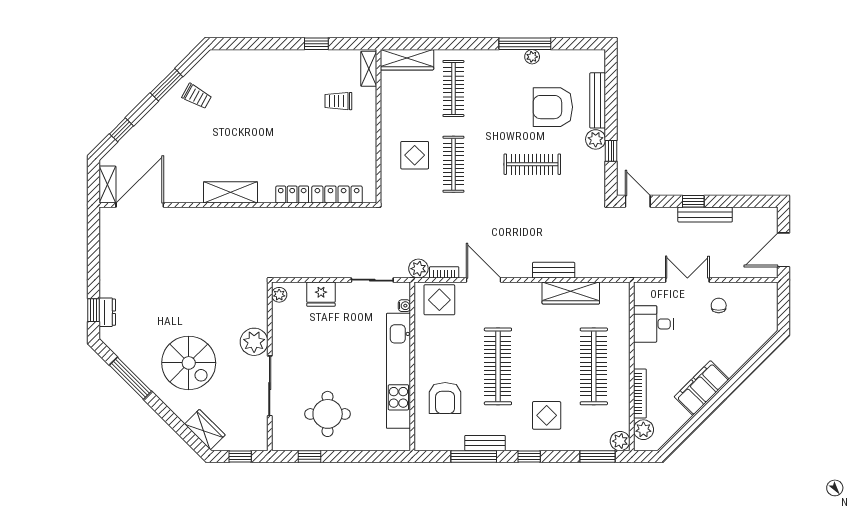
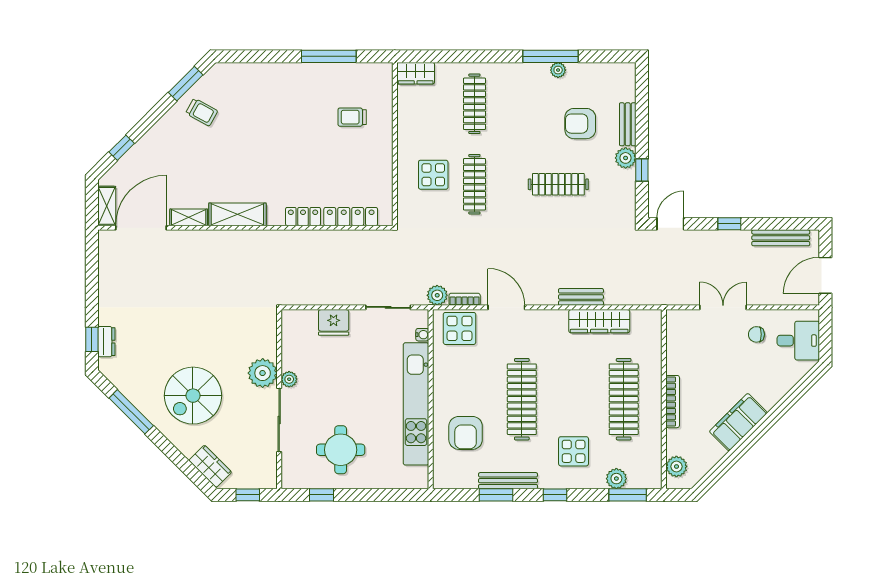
window: (316, 44) -> (329, 56), width x2.17
wardrobe: (407, 60) -> (416, 73), width x0.67
shelving: (369, 69) -> (189, 217), moved, turned 90
window: (167, 85) -> (186, 84), moved
bench: (598, 100) -> (628, 124), width x0.73
armchair: (553, 107) -> (580, 124), width x0.73, depth x0.73
door: (638, 201) -> (670, 224), hinge flipped
bench: (705, 215) -> (781, 238), moved
plant: (279, 295) -> (289, 379), moved
chair: (719, 305) -> (756, 334), turned -90
desk: (653, 324) -> (798, 341), moved, turned 180
spiral stairs: (189, 363) -> (193, 396), turned 90
bookcase: (640, 394) -> (673, 402), moved
plant: (620, 441) -> (616, 479), moved
bench: (485, 443) -> (508, 481), width x1.36
window: (474, 456) -> (496, 495), width x0.69

